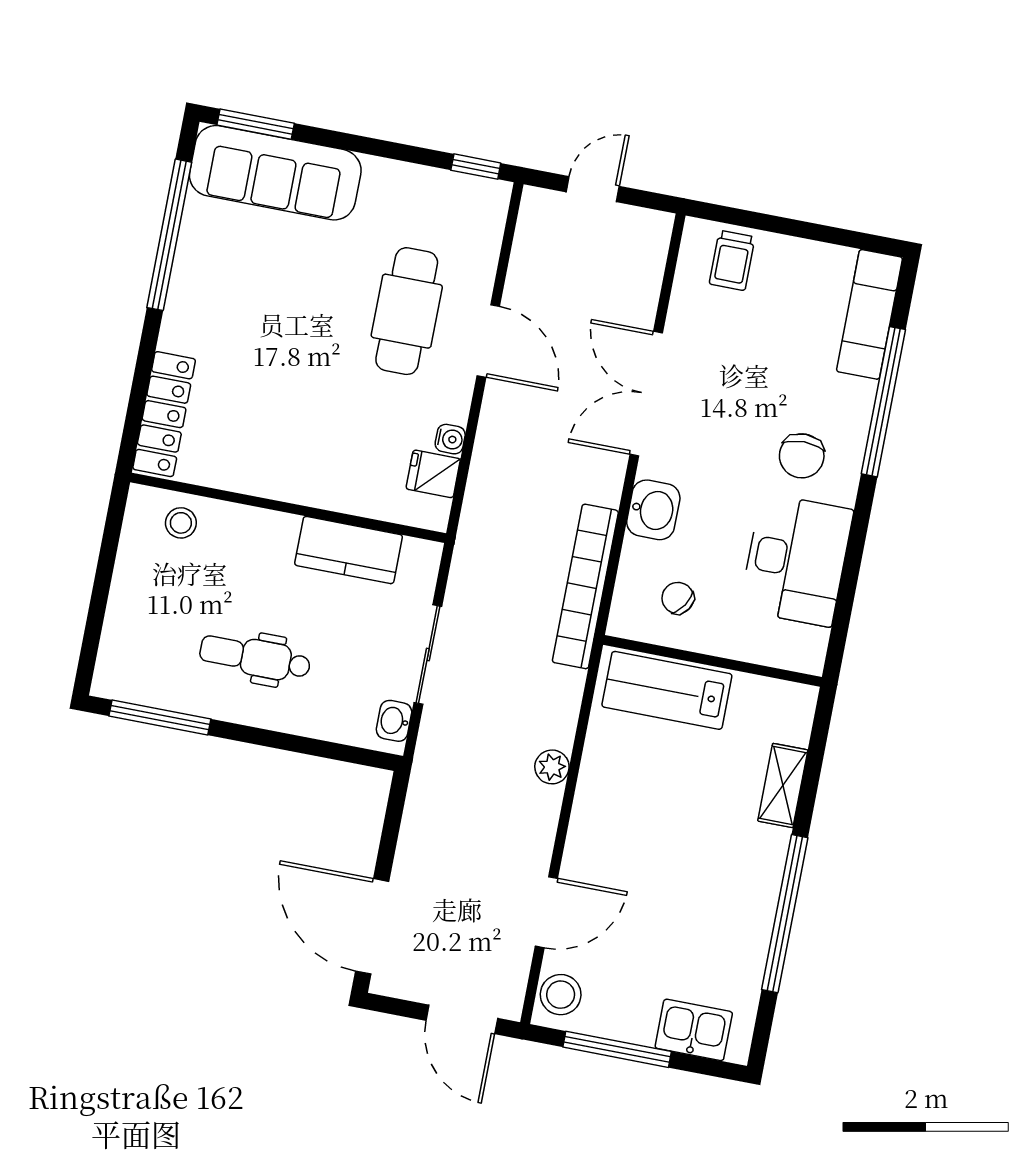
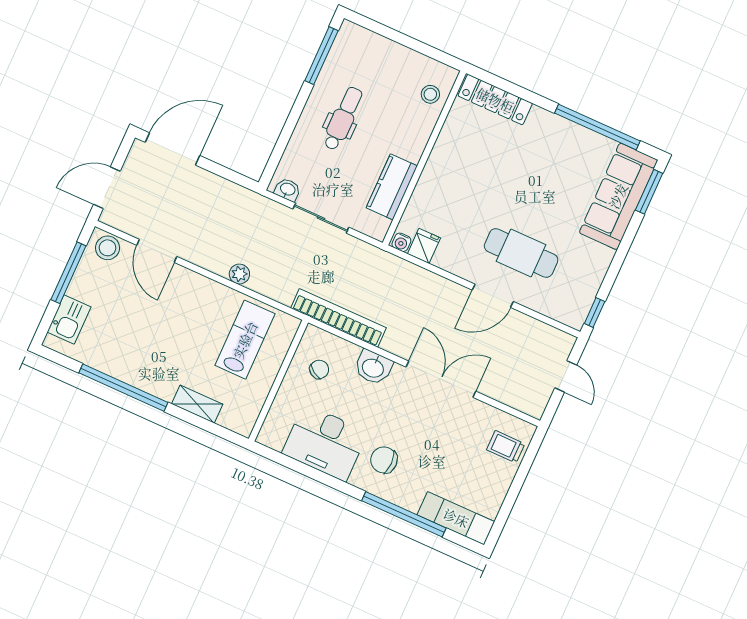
water cooler: (450, 439) -> (401, 242), moved
lab bench: (667, 690) -> (245, 340), moved

